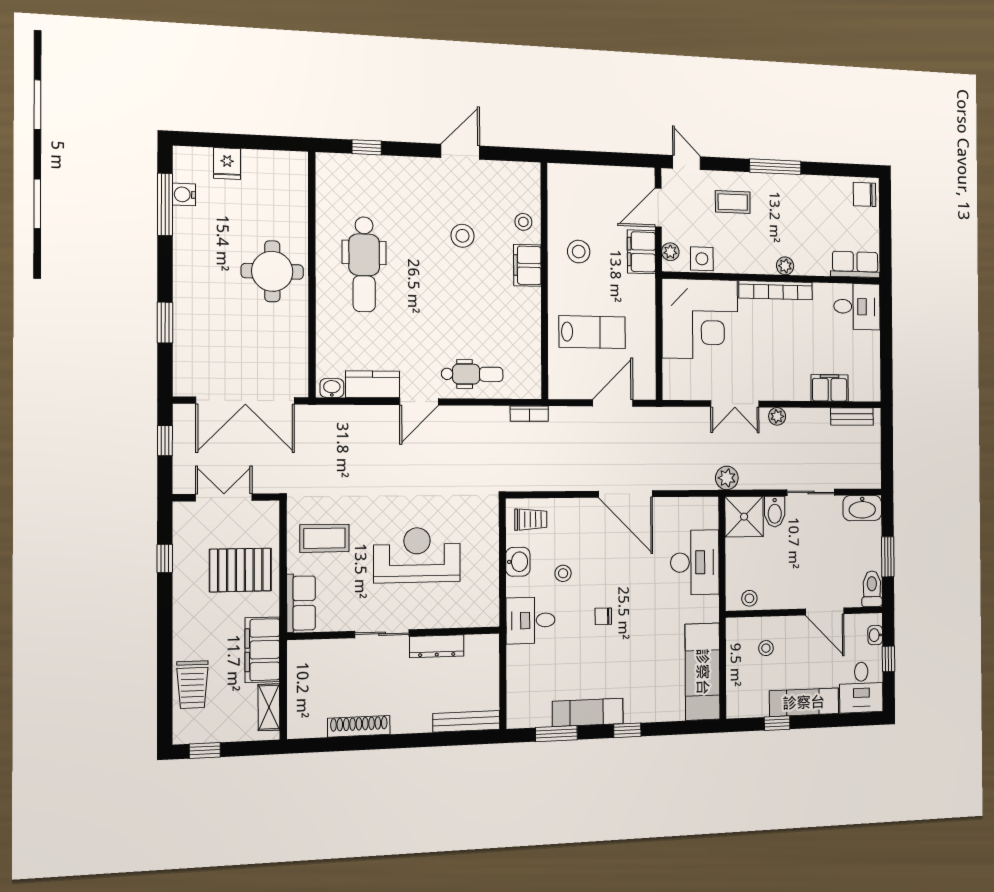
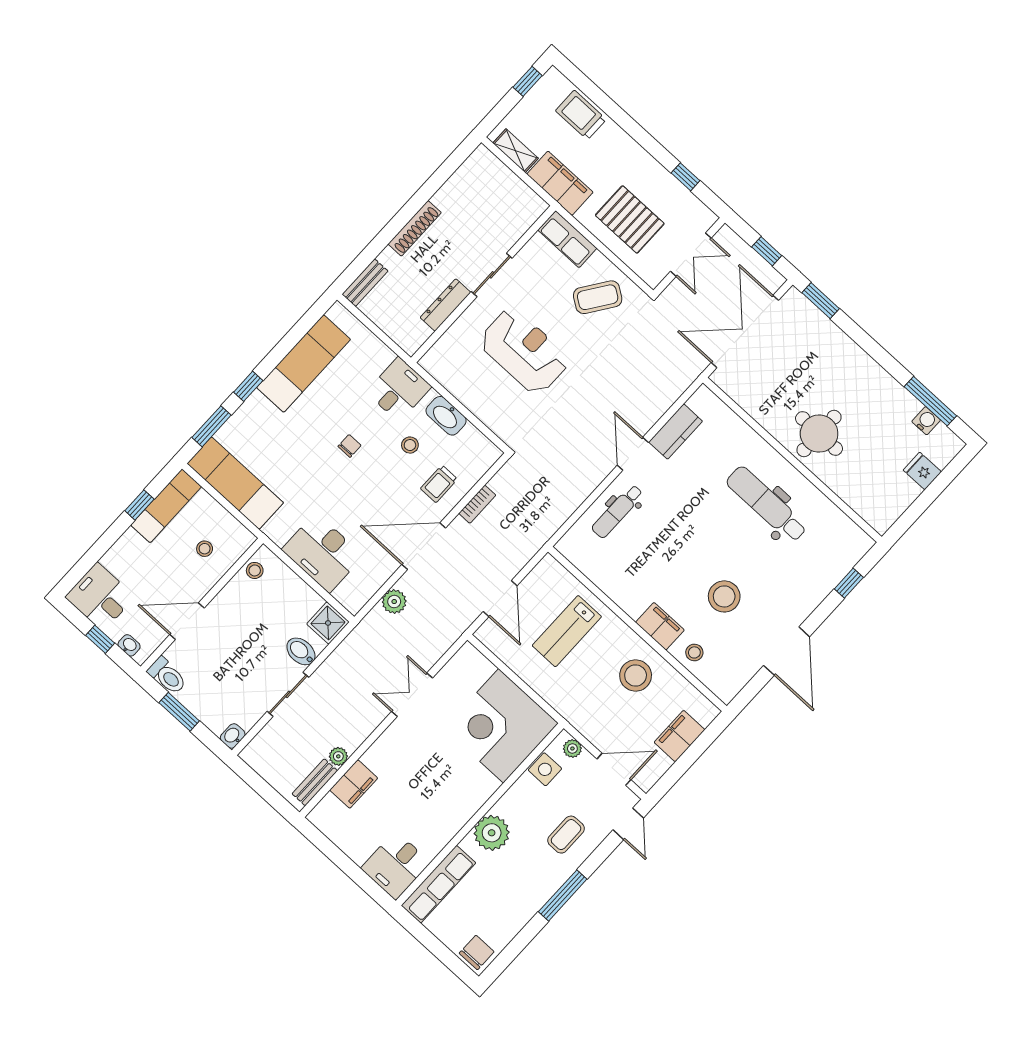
door: (460, 152) -> (787, 651), width x1.36
door: (687, 162) -> (628, 824), hinge flipped
door: (658, 208) -> (614, 769), hinge flipped
stool: (462, 236) -> (724, 596), width x1.38, depth x1.38
stool: (579, 252) -> (636, 676), width x1.38, depth x1.38
filing cabinet: (641, 252) -> (680, 736), moved, turned -90
row of seats: (855, 264) -> (438, 884), width x1.48
plant: (785, 266) -> (492, 833), width x1.88, depth x1.88
bookcase: (776, 290) -> (468, 808), removed
window: (165, 323) -> (821, 301), moved
washbasin: (332, 388) -> (699, 400), removed
bookcase: (529, 414) -> (477, 504), moved, turned 180
plant: (777, 416) -> (338, 756), moved
plant: (727, 478) -> (394, 602), moved
washbasin: (862, 508) -> (233, 736), width x0.52, depth x0.69
shower: (744, 517) -> (328, 623), width x0.73, depth x0.73
trolley: (531, 519) -> (439, 484), moved
coffee table: (324, 538) -> (598, 297), turned 35
reception desk: (417, 555) -> (524, 351), turned -90
washbasin: (518, 562) -> (446, 416), width x1.38
pallet: (240, 570) -> (630, 219), turned 90
exam couch: (804, 702) -> (166, 506), moved
exam couch: (588, 712) -> (304, 363), width x1.36, depth x1.45
bench: (466, 721) -> (365, 283), width x0.73
shoe rack: (359, 726) -> (415, 228), moved
window: (556, 734) -> (211, 426), moved

